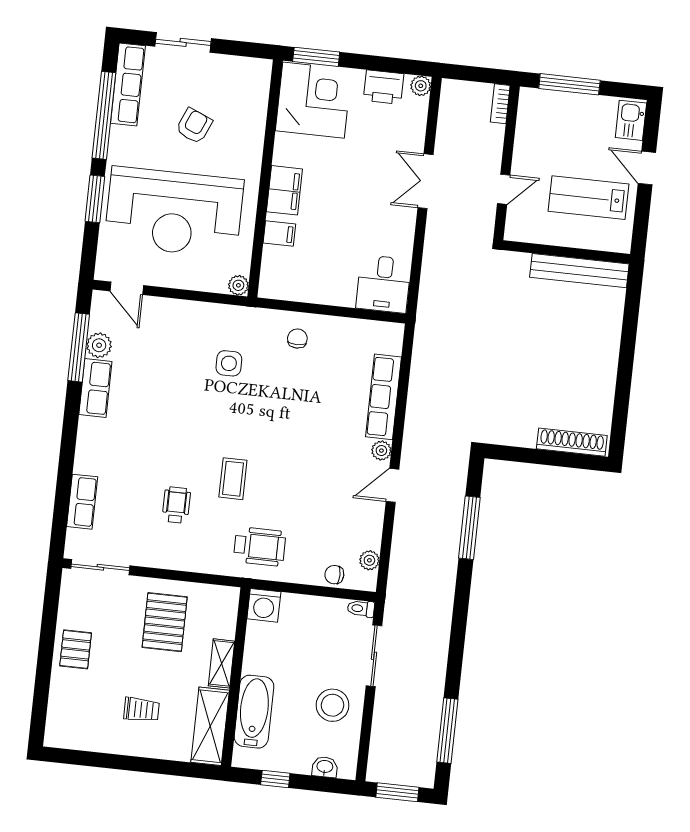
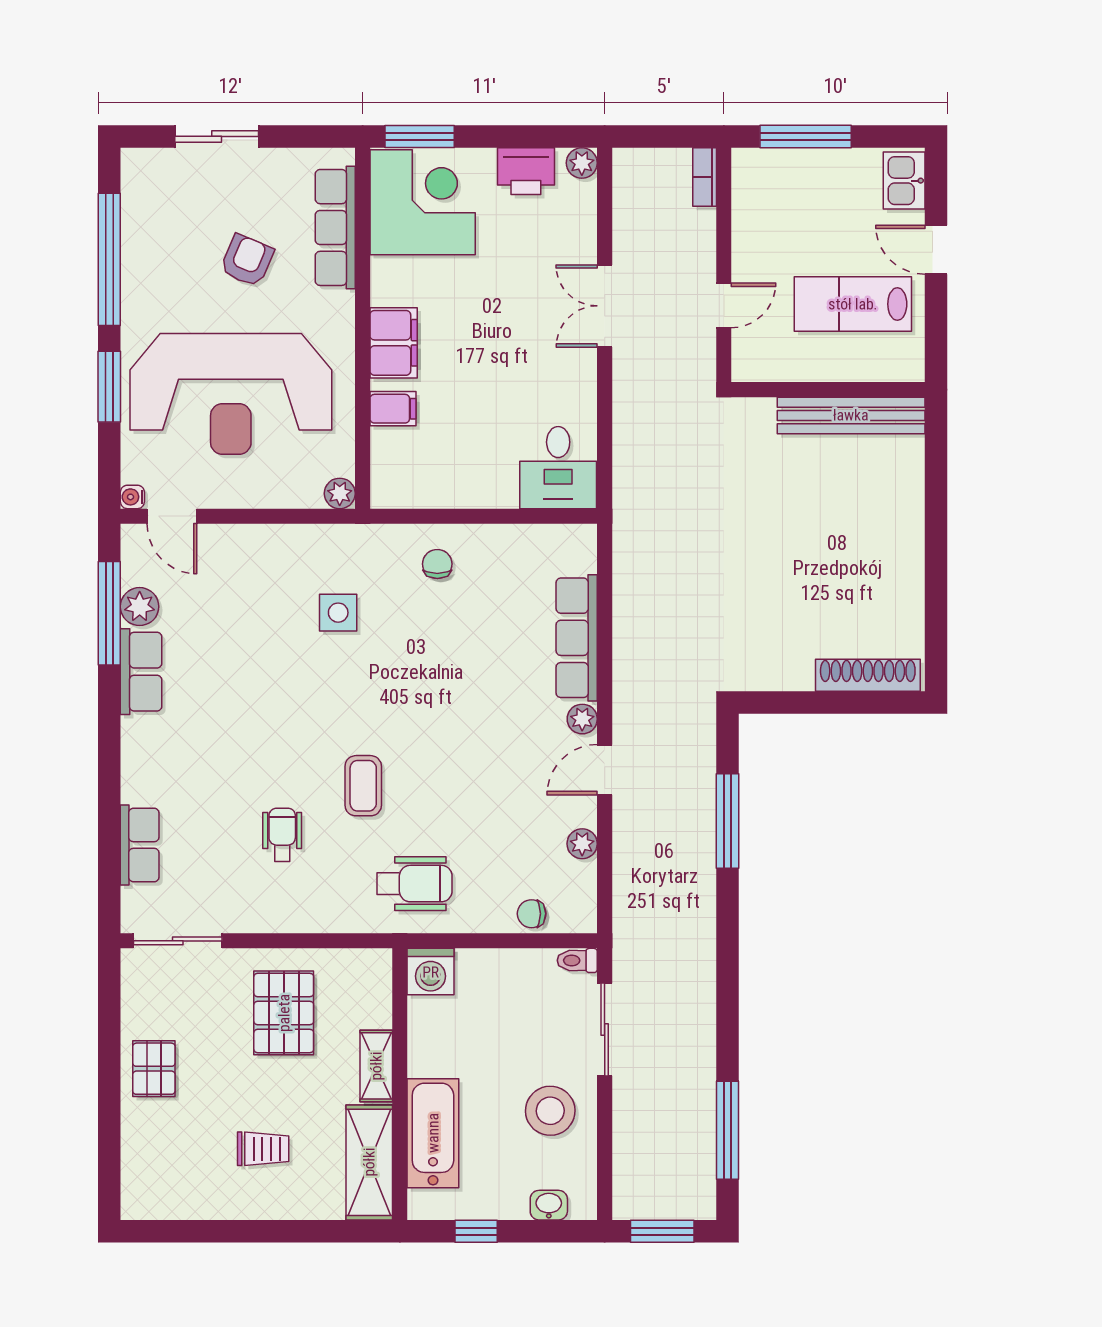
row of seats: (128, 84) -> (335, 227), moved, turned 180
water cooler: (102, 273) -> (132, 497), added
plant: (369, 560) -> (582, 844), moved

